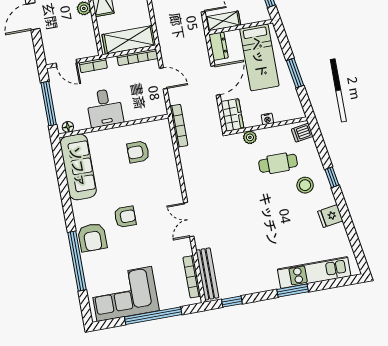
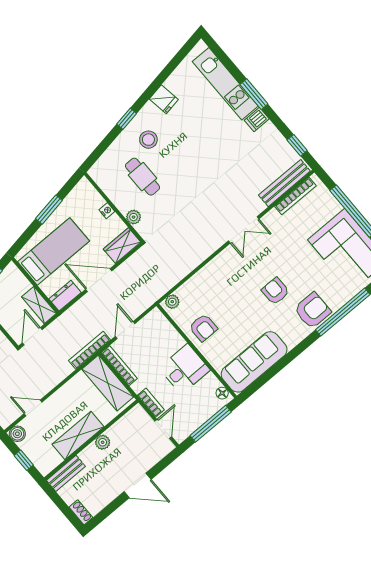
bookcase: (179, 126) -> (90, 350), moved
plant: (164, 129) -> (172, 302), added
dishwasher: (302, 133) -> (257, 120), moved, turned 99
armchair: (138, 152) -> (203, 328), moved

